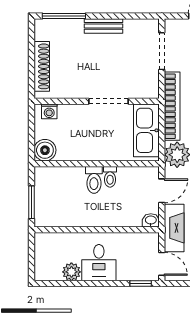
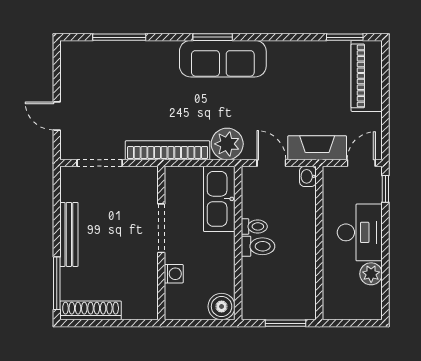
bench: (104, 26) -> (69, 234), width x1.36
shoe rack: (42, 66) -> (91, 310), moved
washing machine: (49, 111) -> (174, 274), moved
kitchen sink: (146, 130) -> (219, 199), moved, turned 90
desk: (99, 263) -> (360, 232), width x1.37

